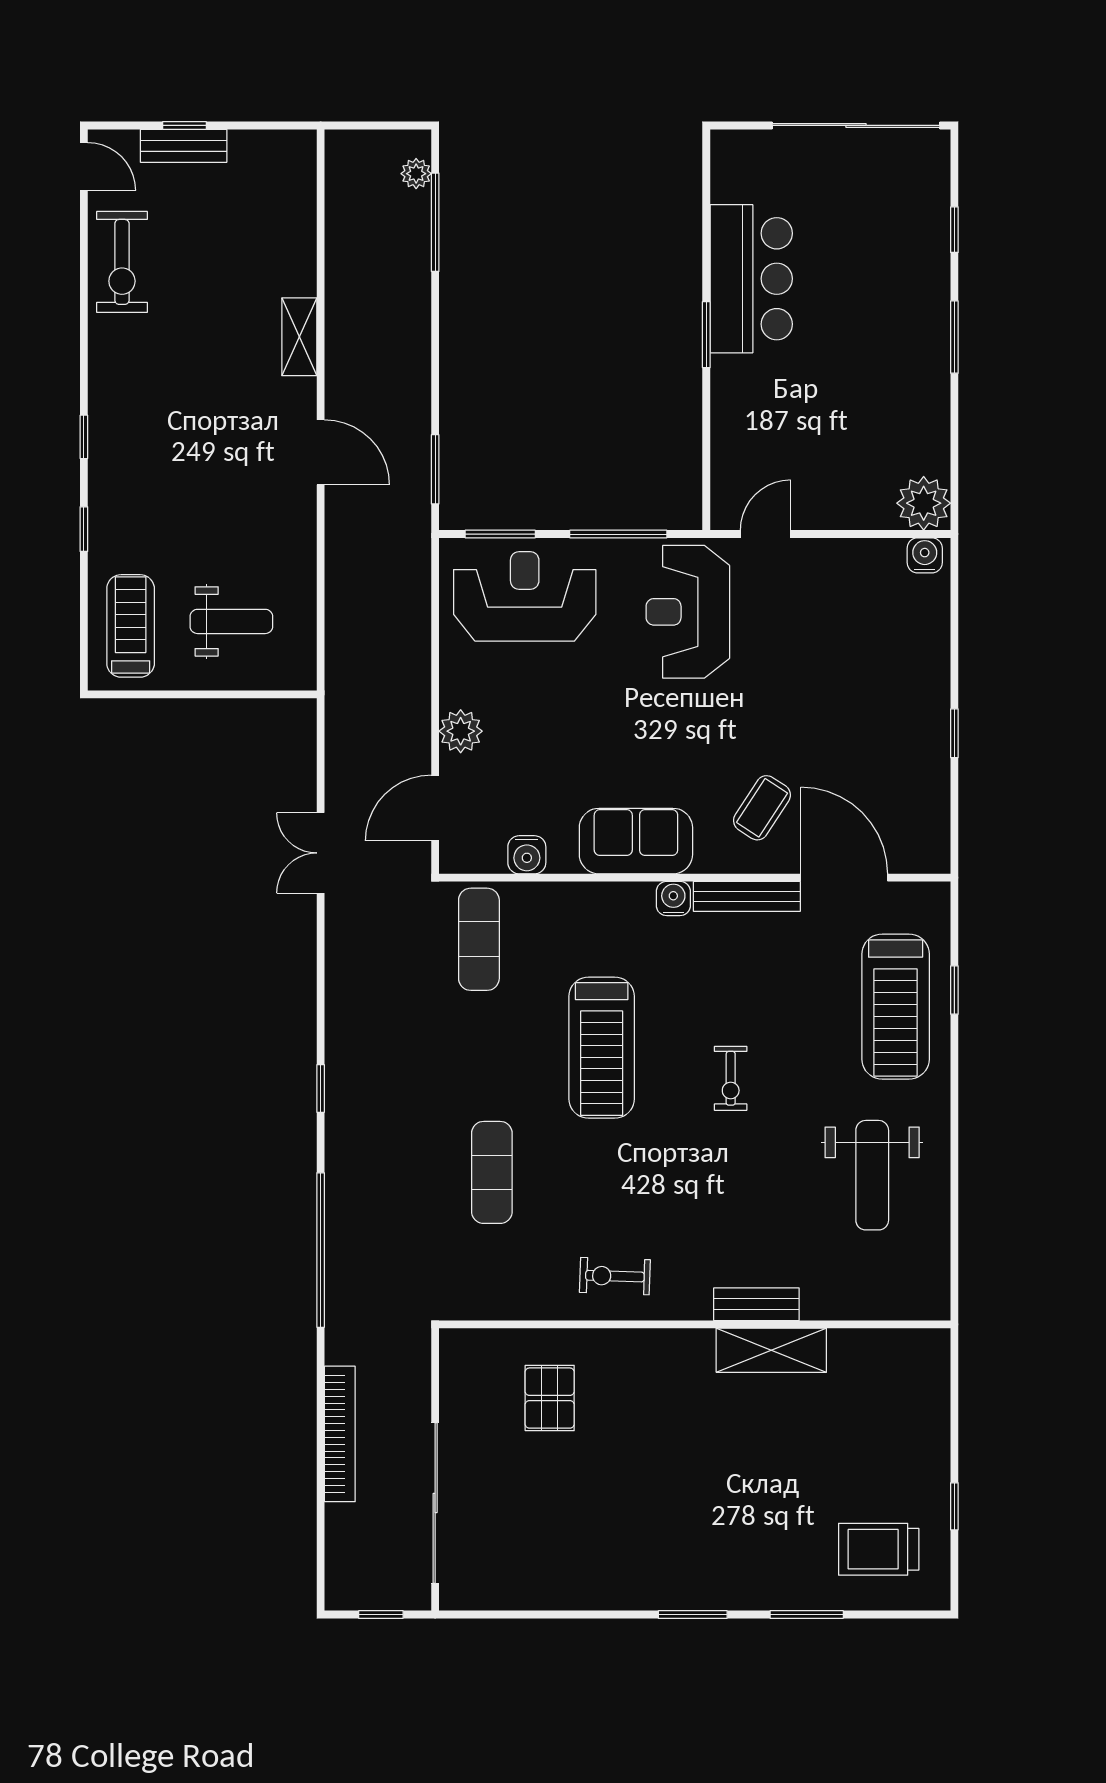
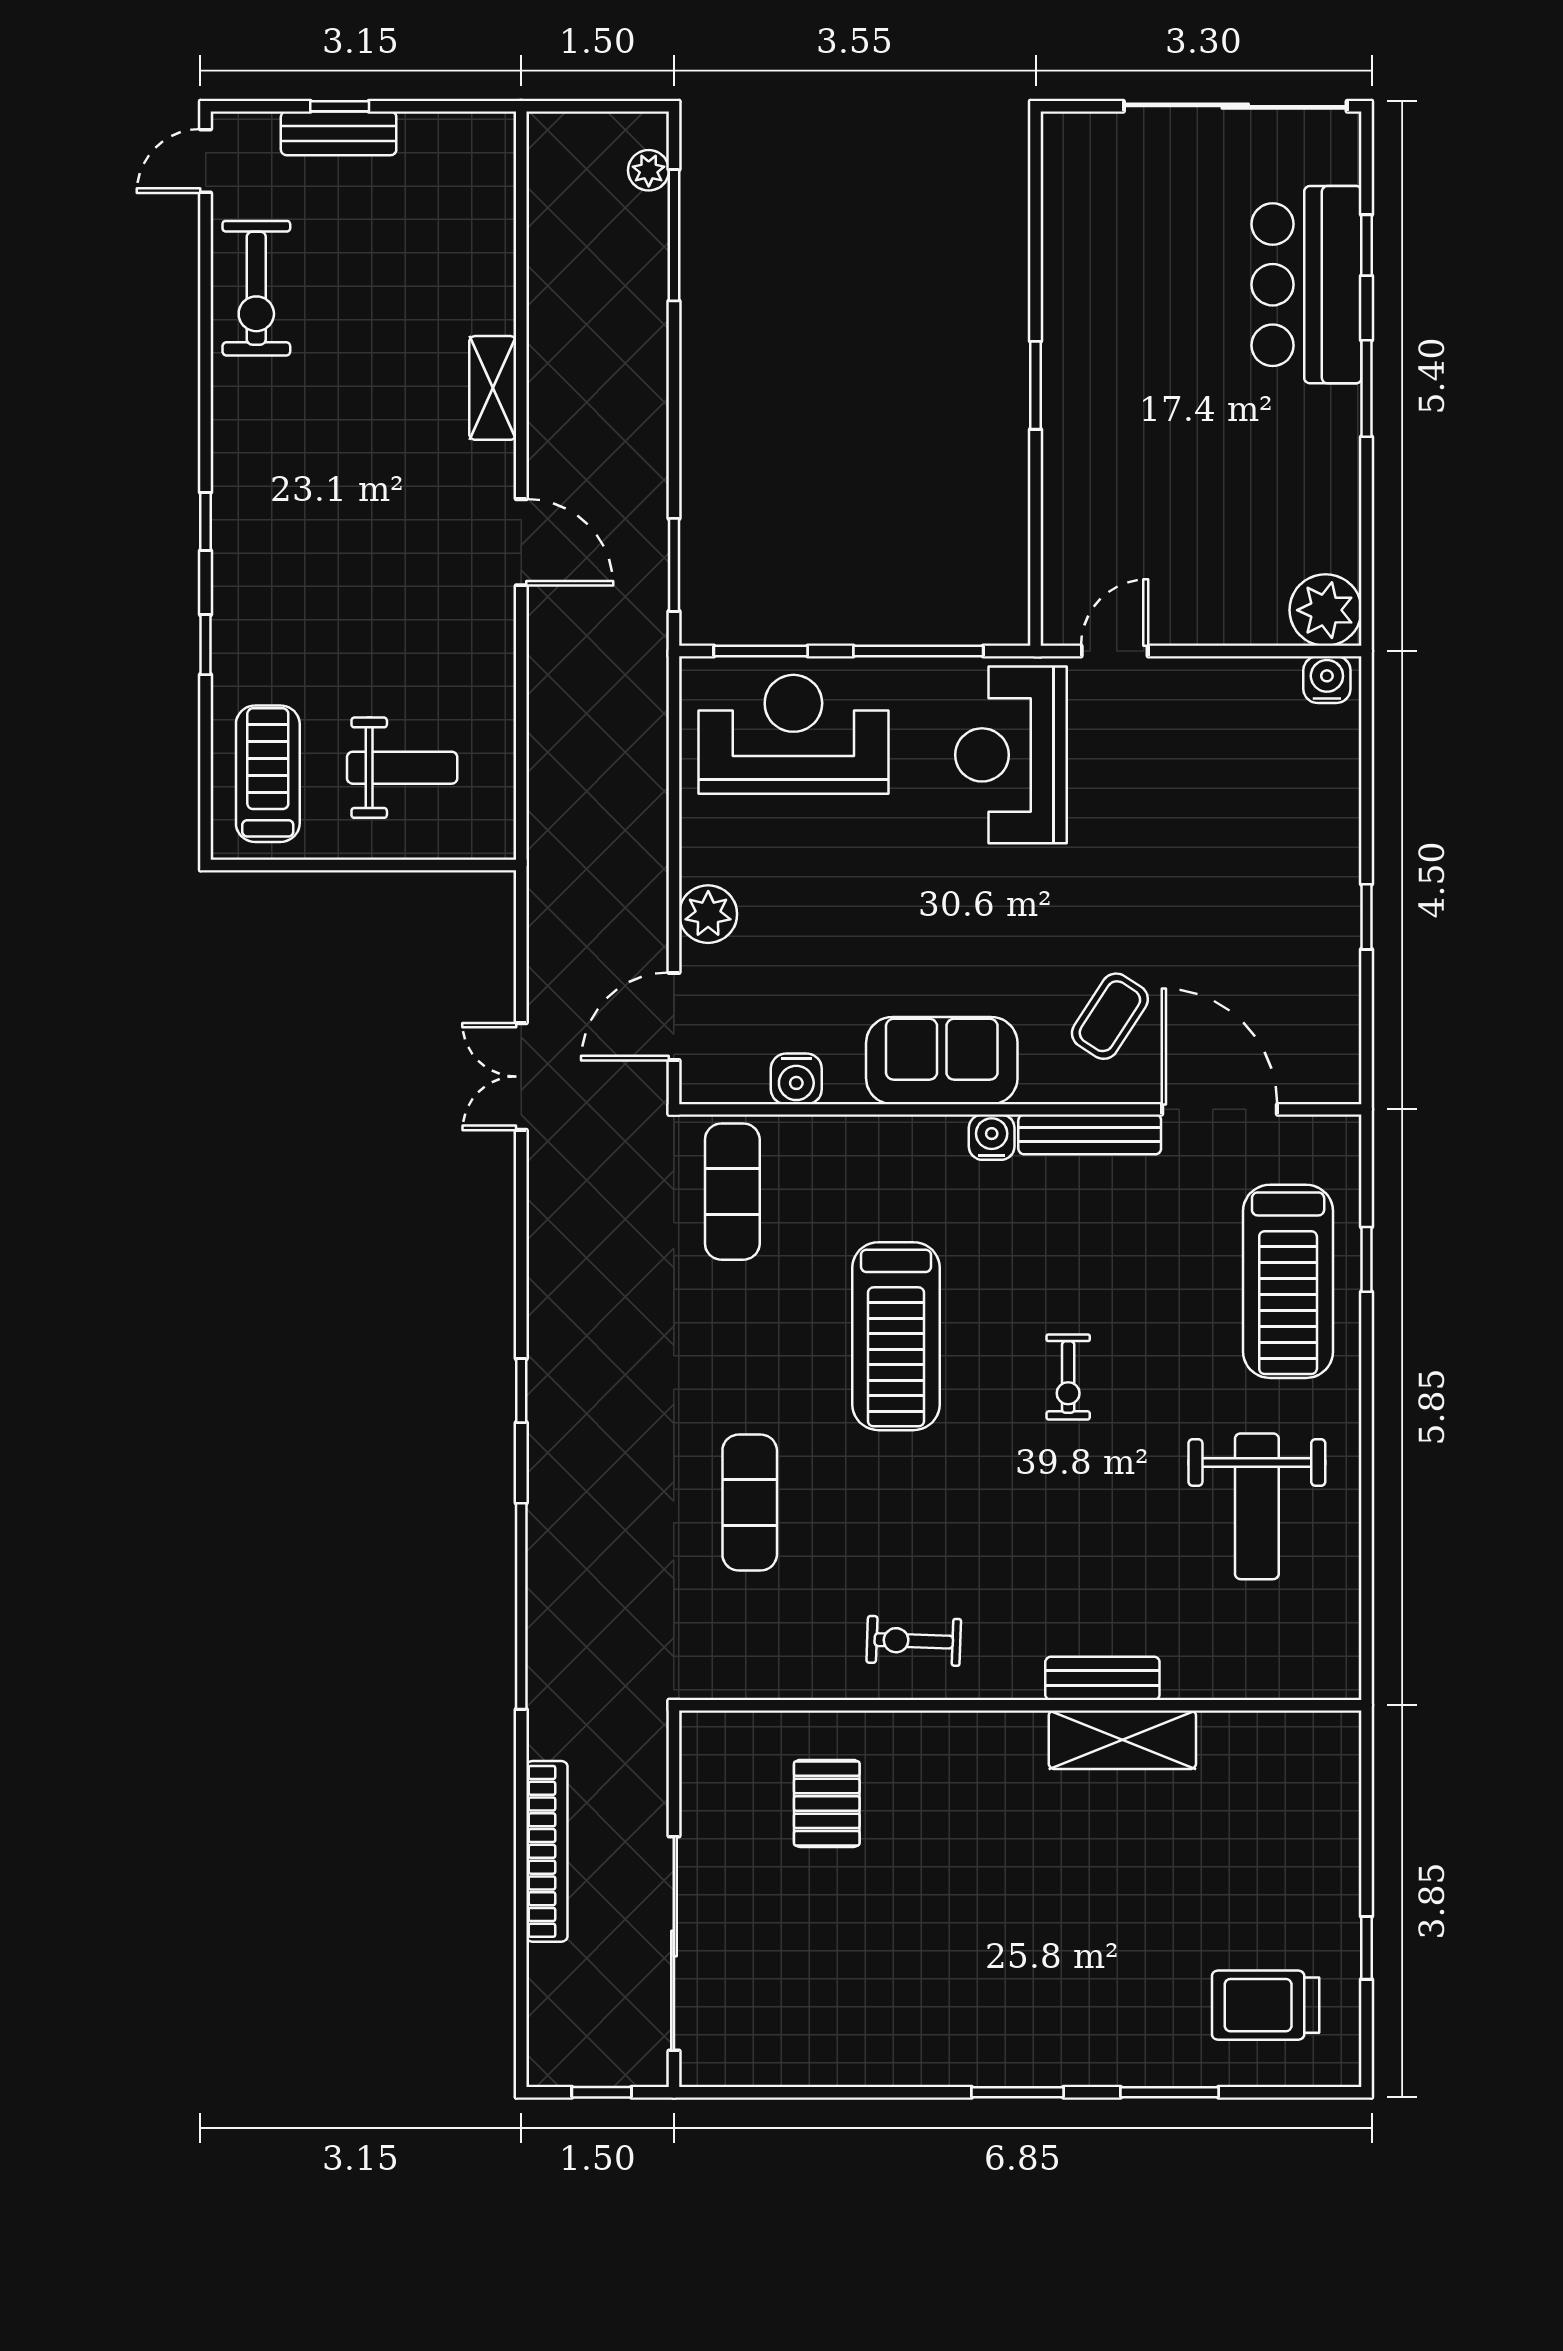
door: (84, 167) -> (206, 161), swing flipped
bar counter: (751, 279) -> (1307, 285), moved, turned 180

